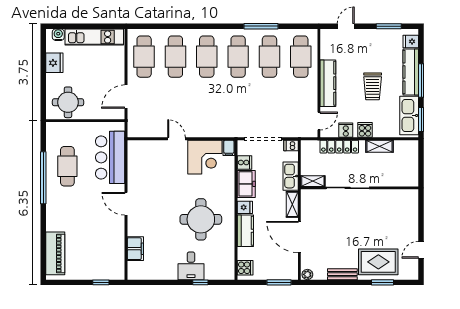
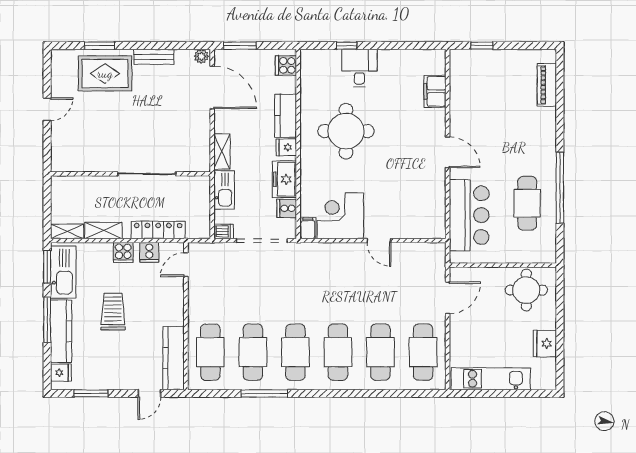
water cooler: (58, 35) -> (540, 382), removed
kitchen counter: (328, 83) -> (174, 358), moved
shelving: (313, 181) -> (67, 231), moved
door: (299, 237) -> (212, 87), moved
door: (421, 250) -> (47, 109), moved
piano: (55, 253) -> (547, 85), width x0.73, depth x0.75

